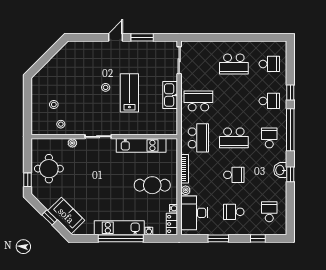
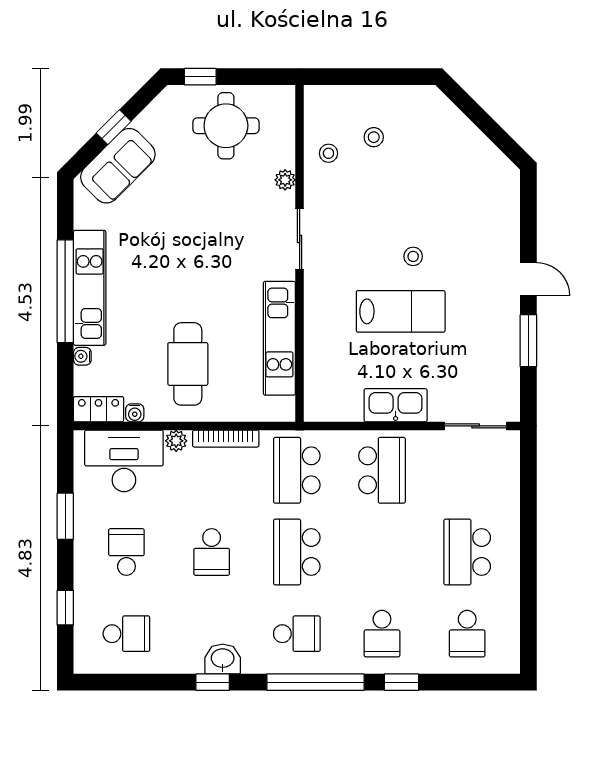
school desk: (198, 138) -> (297, 470), turned 90

